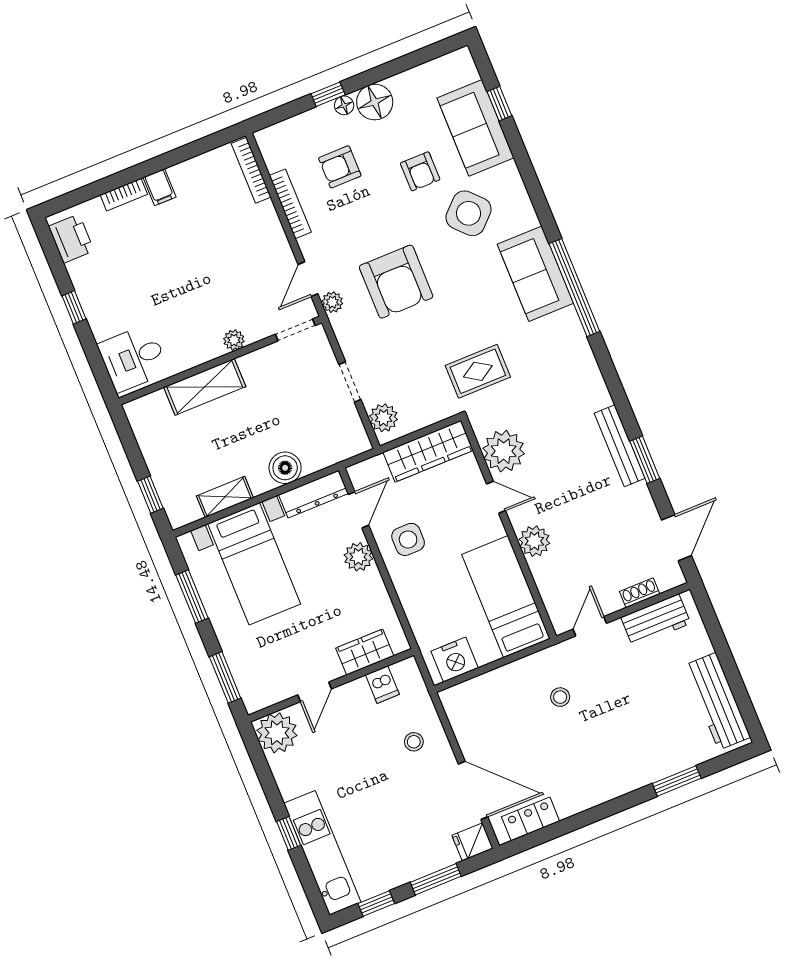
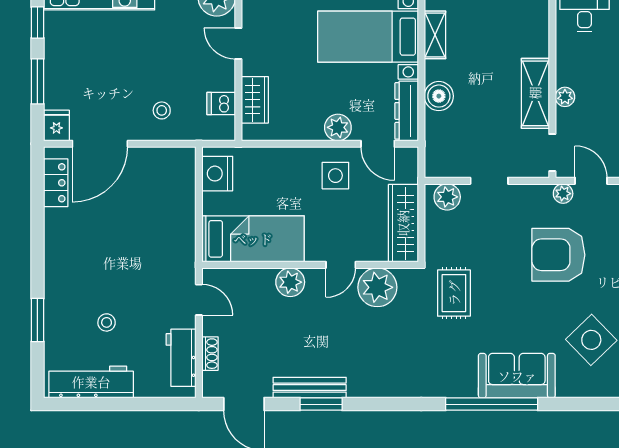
shelving: (205, 387) -> (535, 93), moved
bench: (620, 446) -> (310, 388), moved
stool: (560, 697) -> (107, 322), moved

